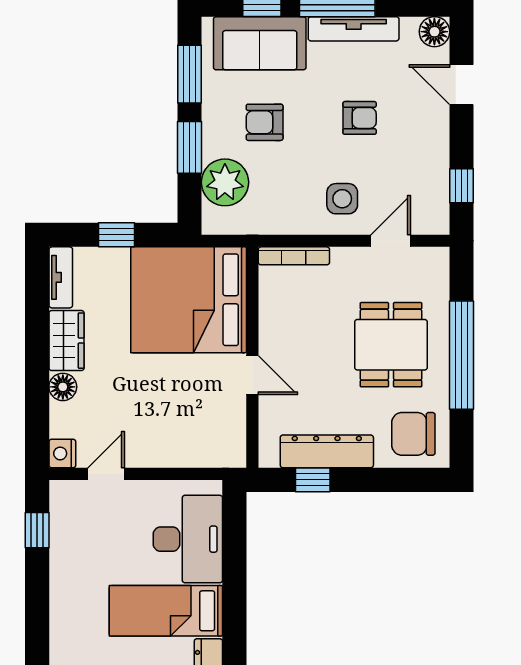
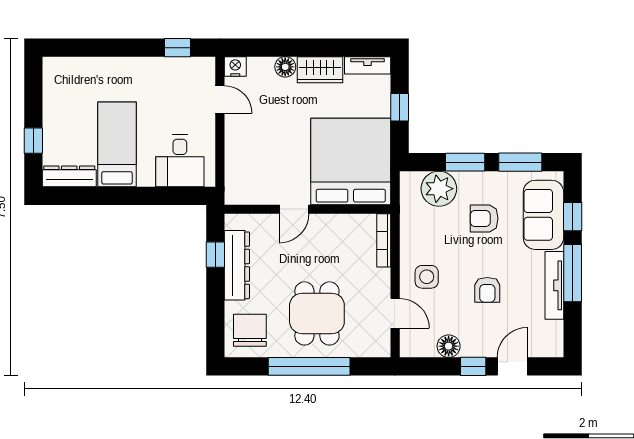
floor lamp: (434, 32) -> (449, 346), moved
armchair: (265, 122) -> (484, 218), turned -90
window: (462, 186) -> (473, 366), moved
dining table: (391, 345) -> (317, 313), turned 90
desk: (188, 539) -> (180, 161), width x0.73

